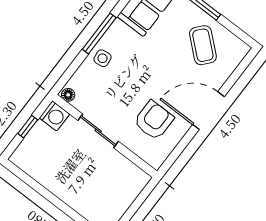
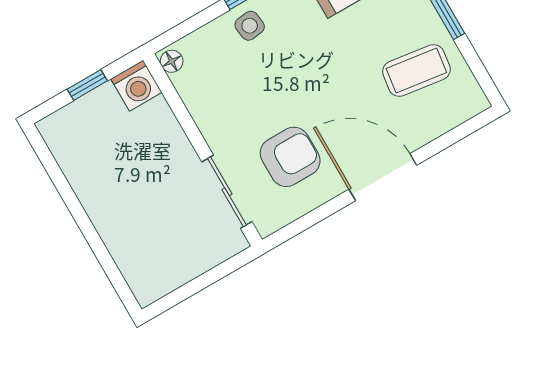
coffee table: (203, 45) -> (416, 70), turned 57
sliding door: (98, 131) -> (227, 192), moved

